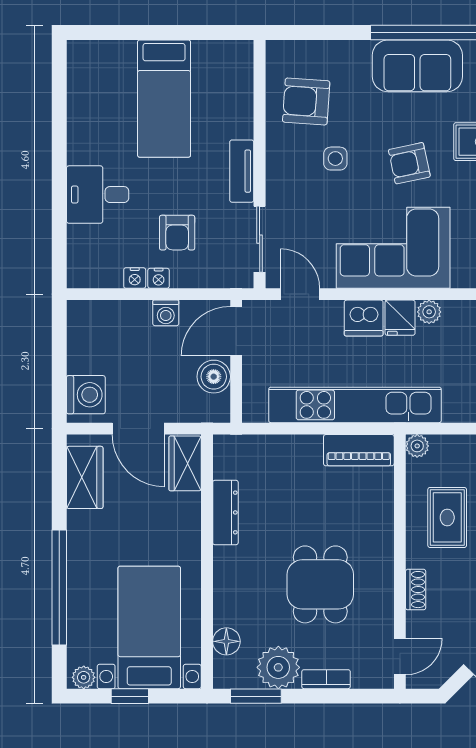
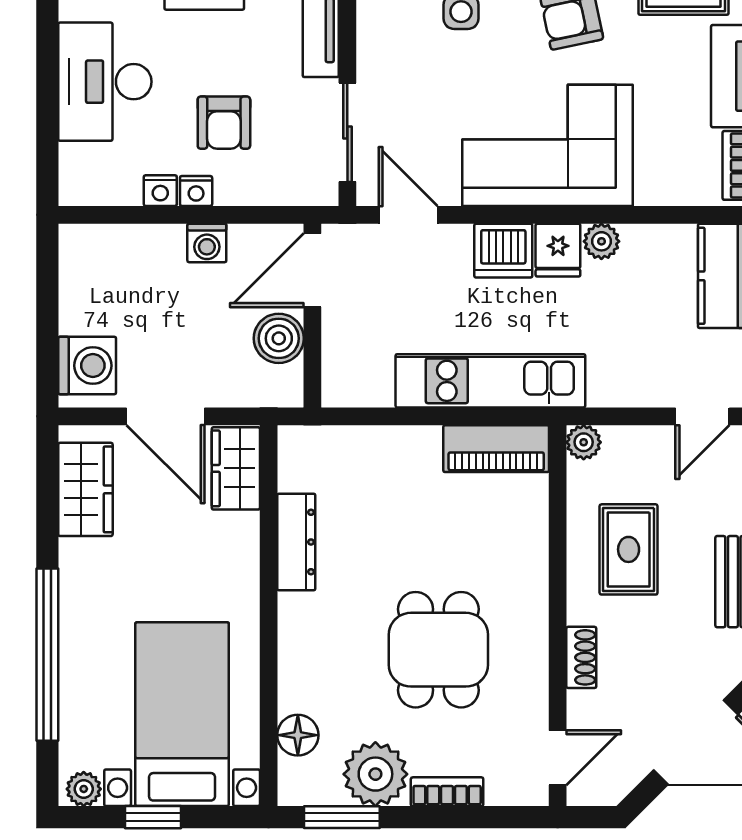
desk: (98, 195) -> (105, 82), width x1.37
kitchen unit: (355, 405) -> (490, 381), width x0.73

